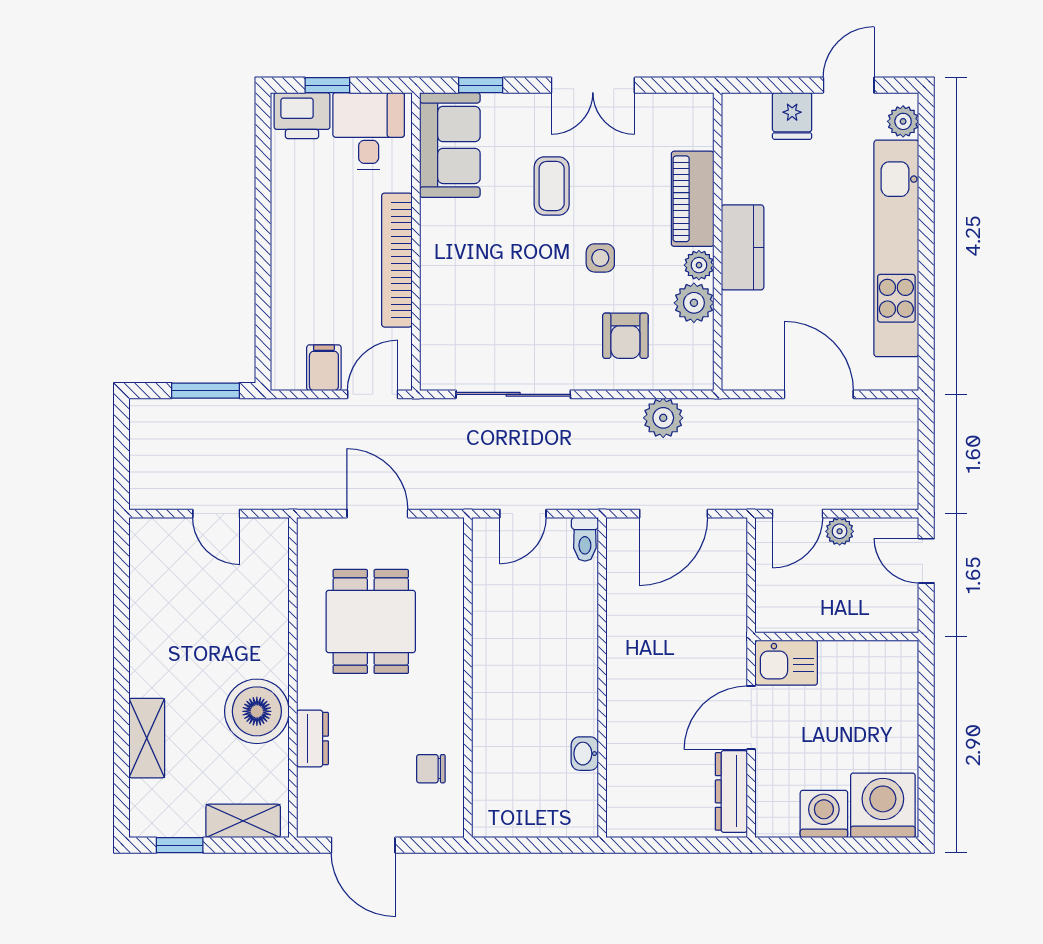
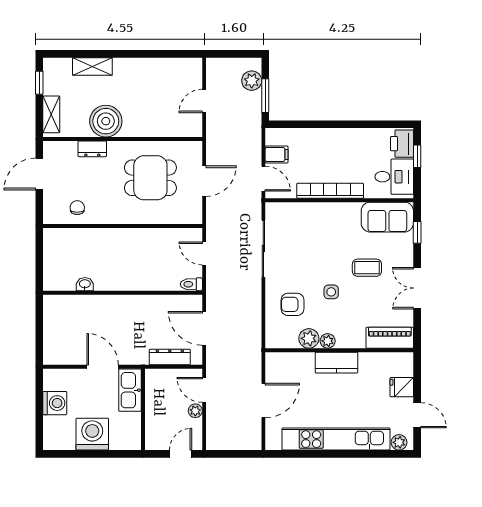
piano: (693, 199) -> (390, 338), moved
plant: (663, 418) -> (252, 81), moved
kitchen sink: (786, 663) -> (130, 390), width x1.38
dresser: (731, 791) -> (170, 357), moved
washing machine: (883, 805) -> (92, 434), moved, turned -90

